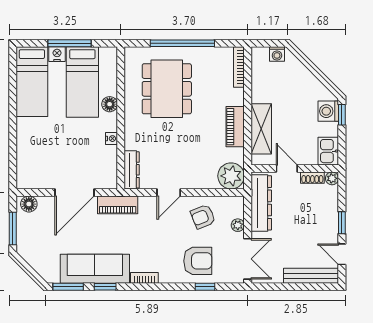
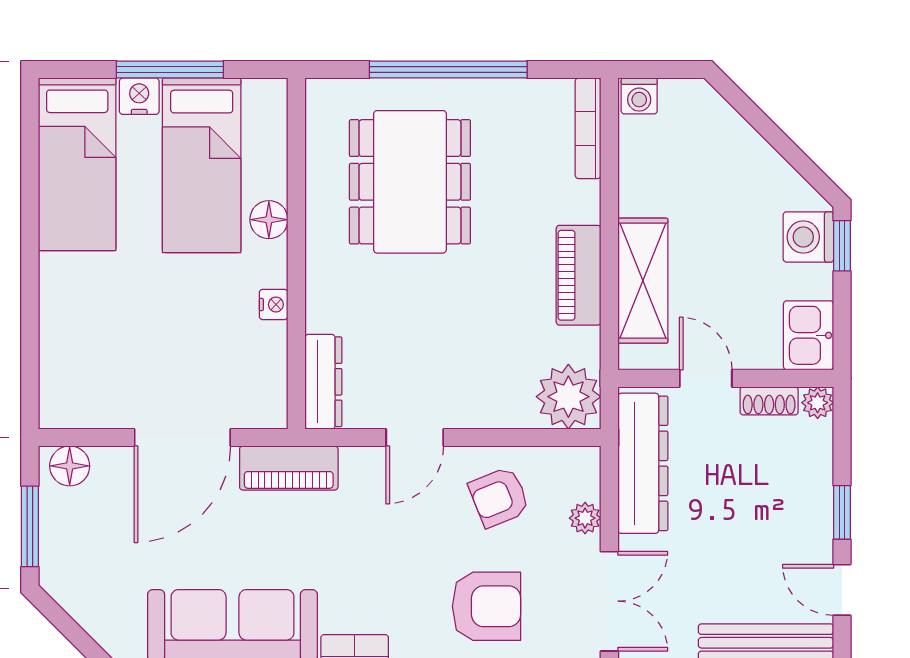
washing machine: (277, 54) -> (639, 96), moved

